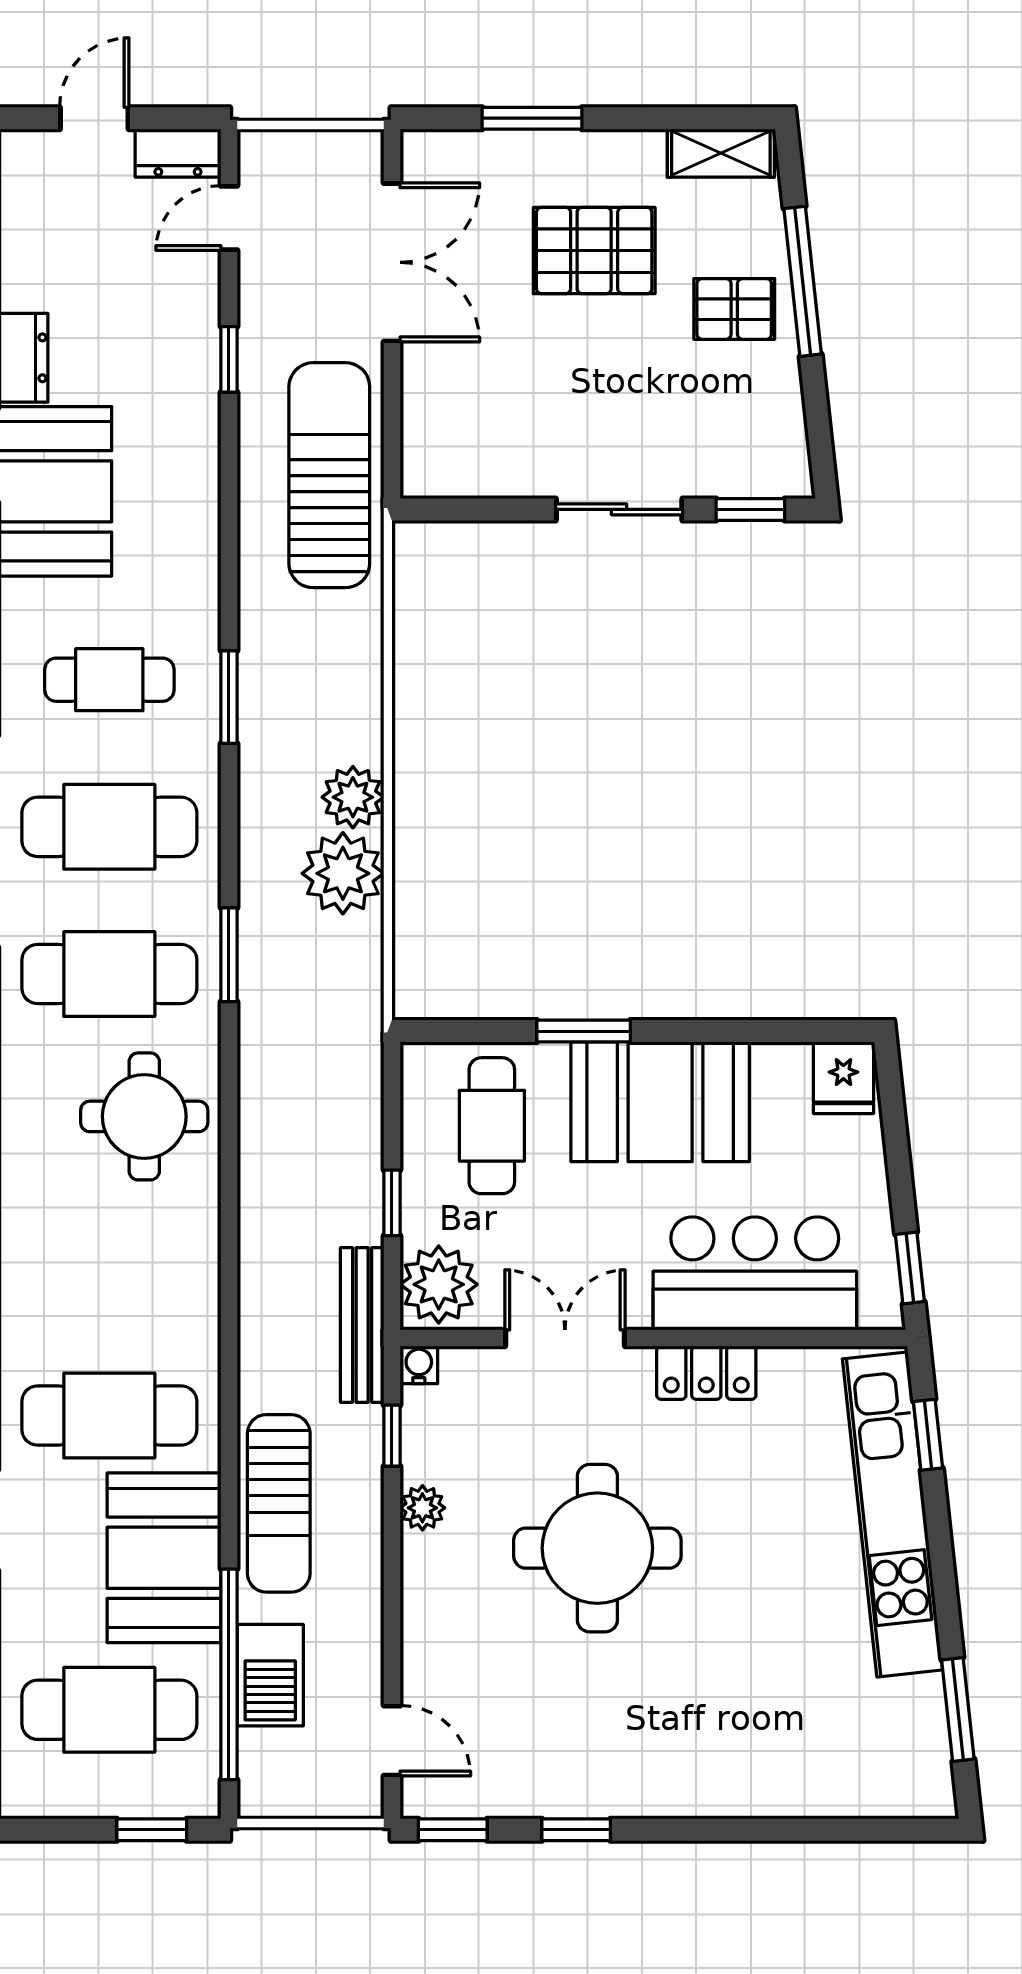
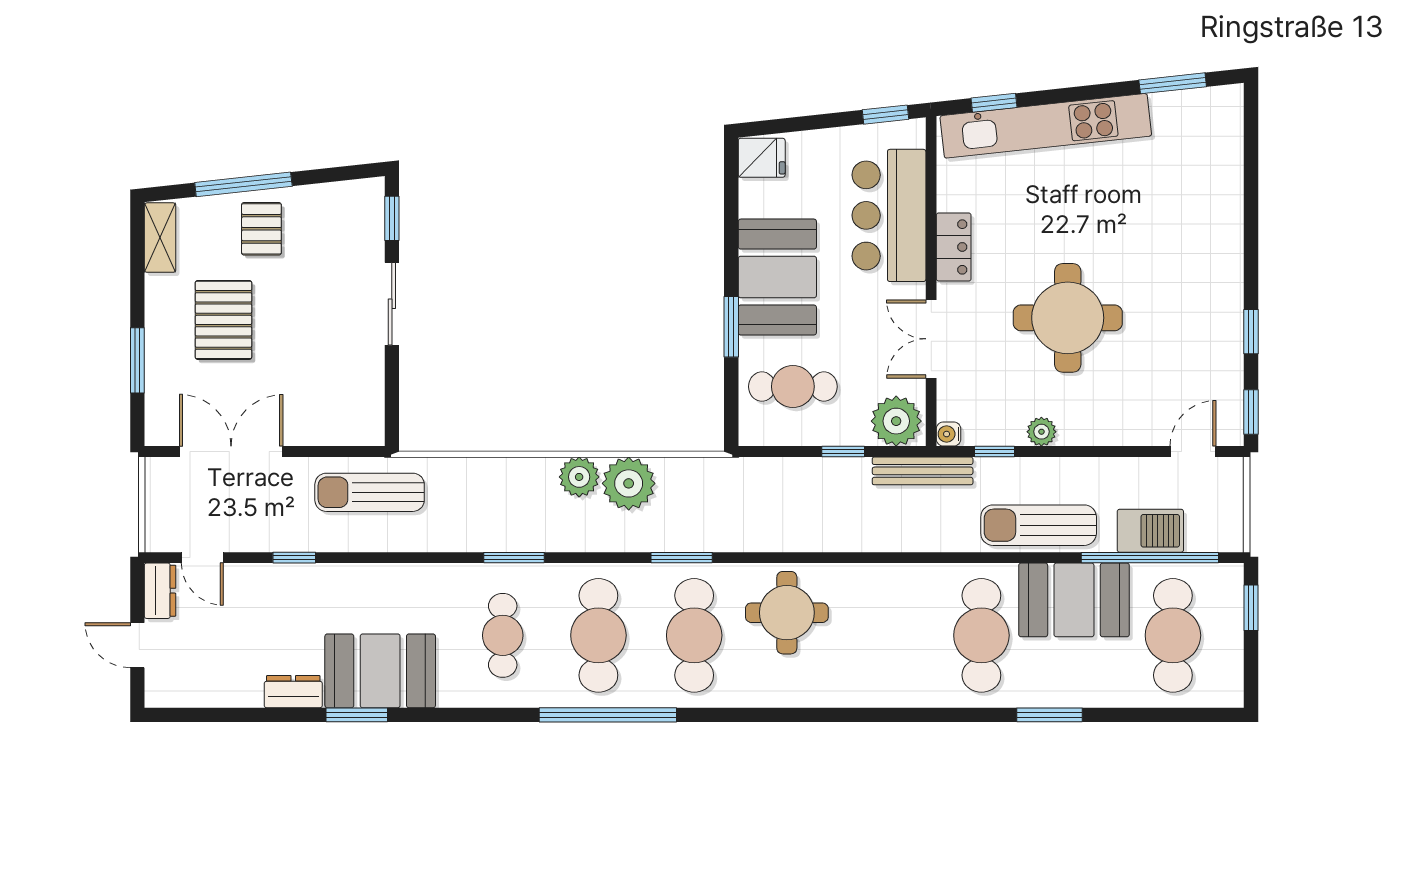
sun lounger: (329, 475) -> (370, 492), width x0.73, depth x0.75
sun lounger: (279, 1503) -> (1039, 525), turned 180

